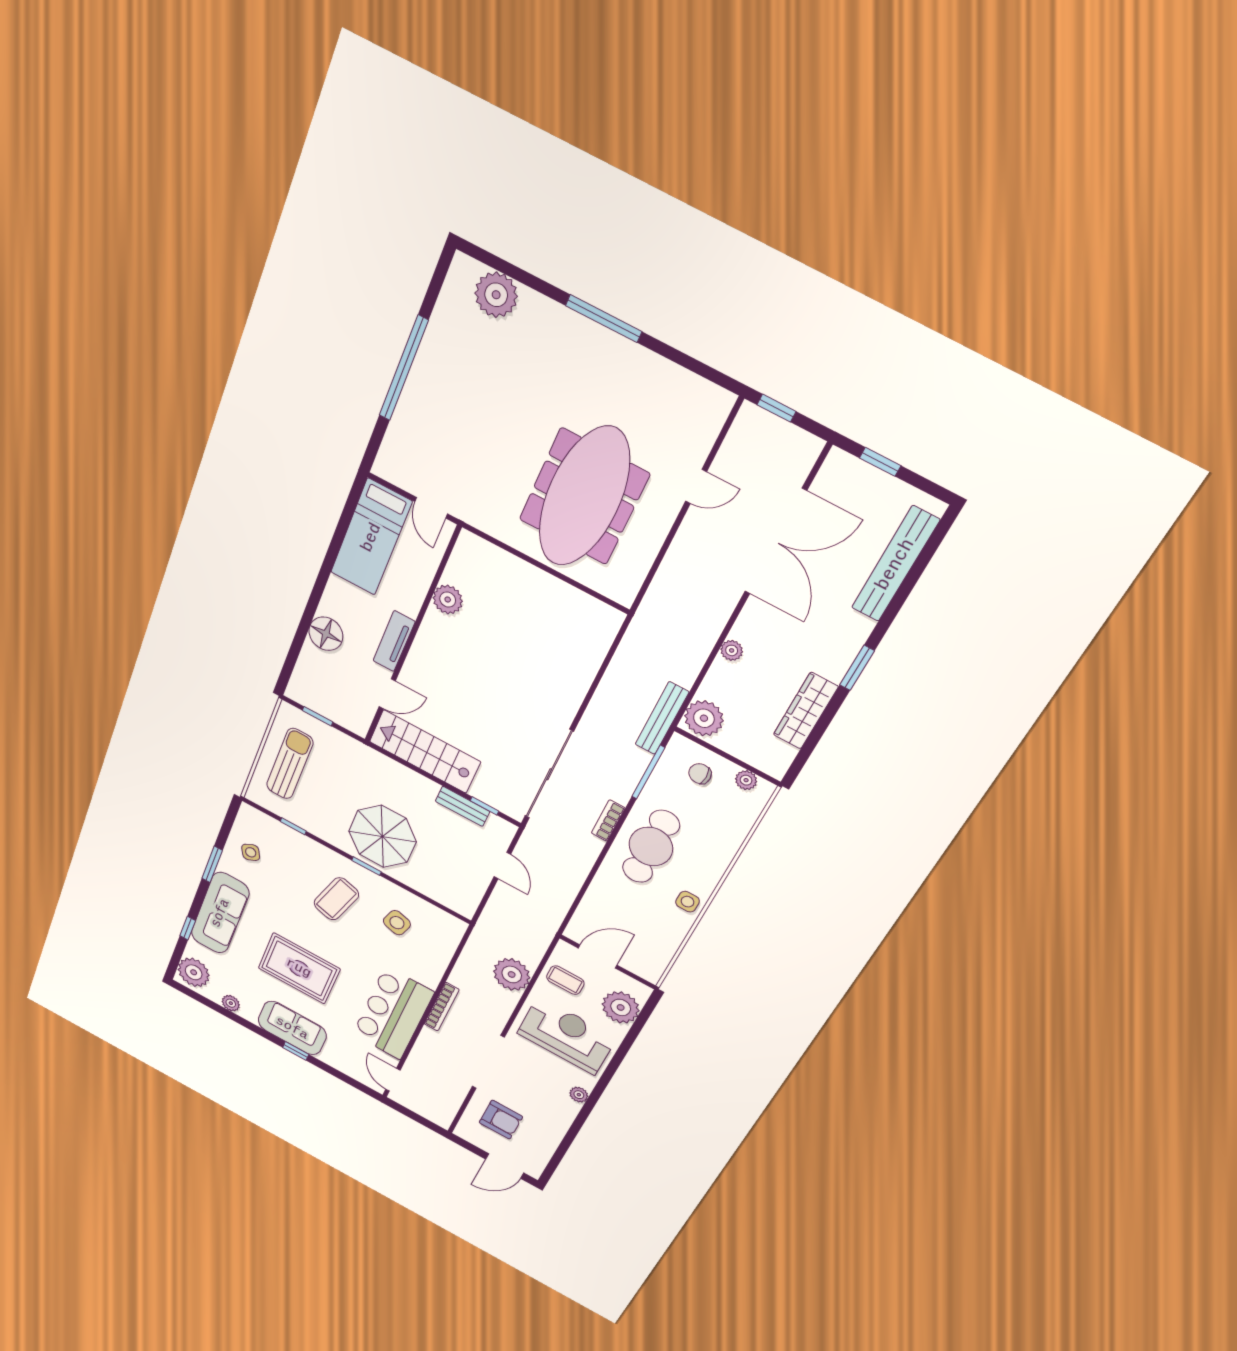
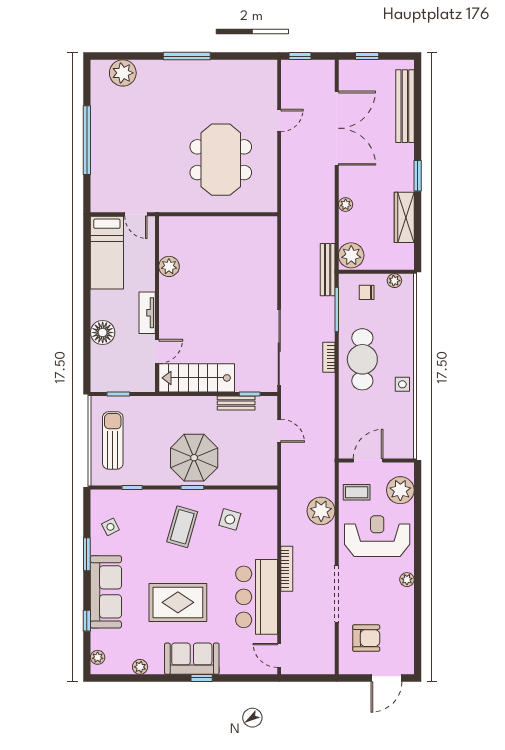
meeting table: (584, 497) -> (221, 160), width x0.73
plant: (194, 972) -> (98, 657), width x0.53, depth x0.53

